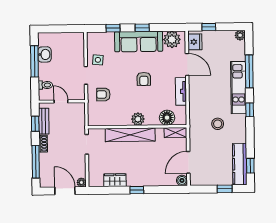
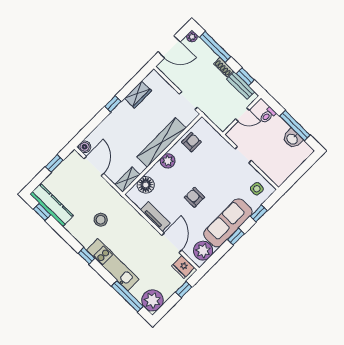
plant: (240, 35) -> (152, 300), width x1.87, depth x1.87
side table: (98, 60) -> (257, 189), moved
door: (187, 64) -> (172, 243), swing flipped
window: (249, 71) -> (127, 296), moved
armchair: (103, 95) -> (191, 142), moved
plant: (81, 182) -> (192, 37), moved
window: (225, 189) -> (54, 163), moved

